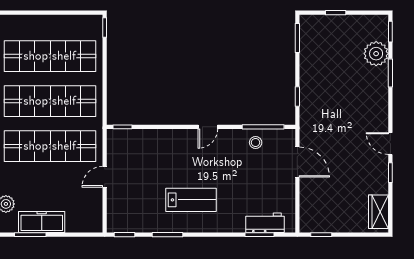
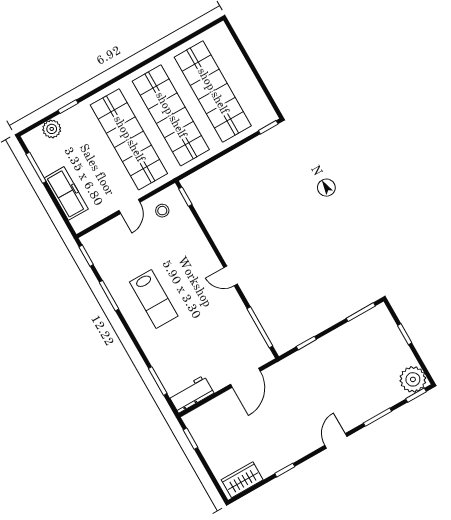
plant: (376, 54) -> (413, 379), moved
stool: (256, 143) -> (162, 211), moved
door: (390, 144) -> (336, 441), moved
door: (105, 177) -> (129, 206), swing flipped
freezer: (42, 222) -> (66, 193), moved
workbench: (265, 223) -> (191, 394), moved, turned -90

